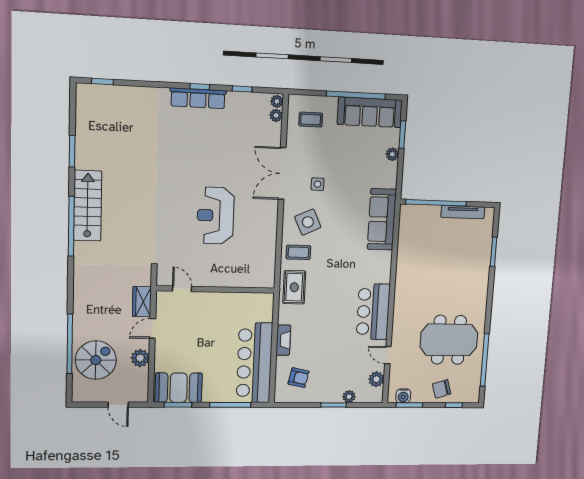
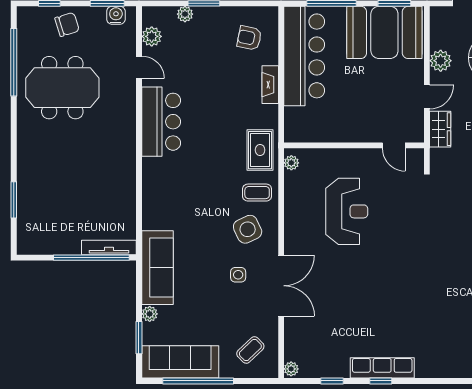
plant: (276, 115) -> (291, 163), moved
coffee table: (311, 120) -> (250, 350), turned -44
tv unit: (463, 212) -> (109, 247), moved
reception desk: (215, 216) -> (347, 211), moved
sofa: (382, 219) -> (157, 268), moved
booth: (179, 388) -> (384, 32), width x1.36, depth x1.42

